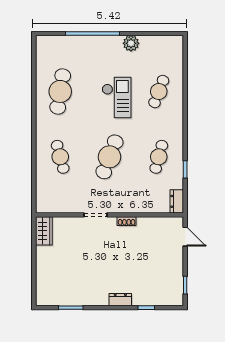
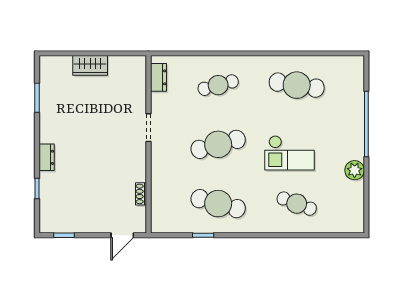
cafe table: (109, 157) -> (218, 144), turned -36
cafe table: (159, 157) -> (218, 204), width x1.37, depth x1.35
dresser: (177, 201) -> (158, 77), moved, turned 90
shoe rack: (127, 221) -> (141, 194), moved
wardrobe: (44, 231) -> (90, 65), moved

